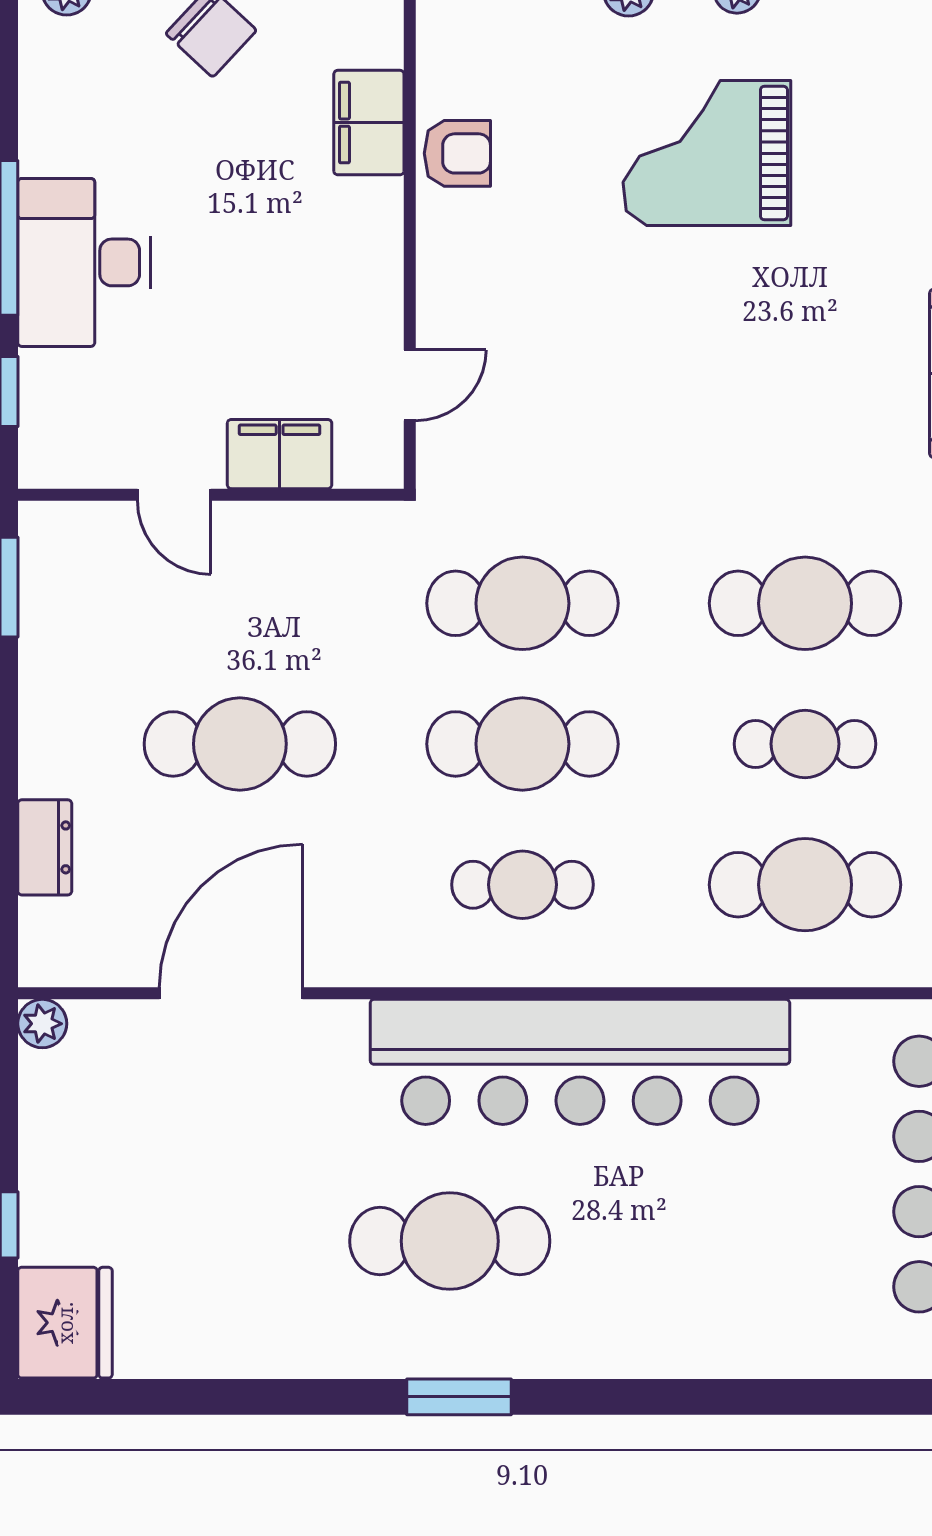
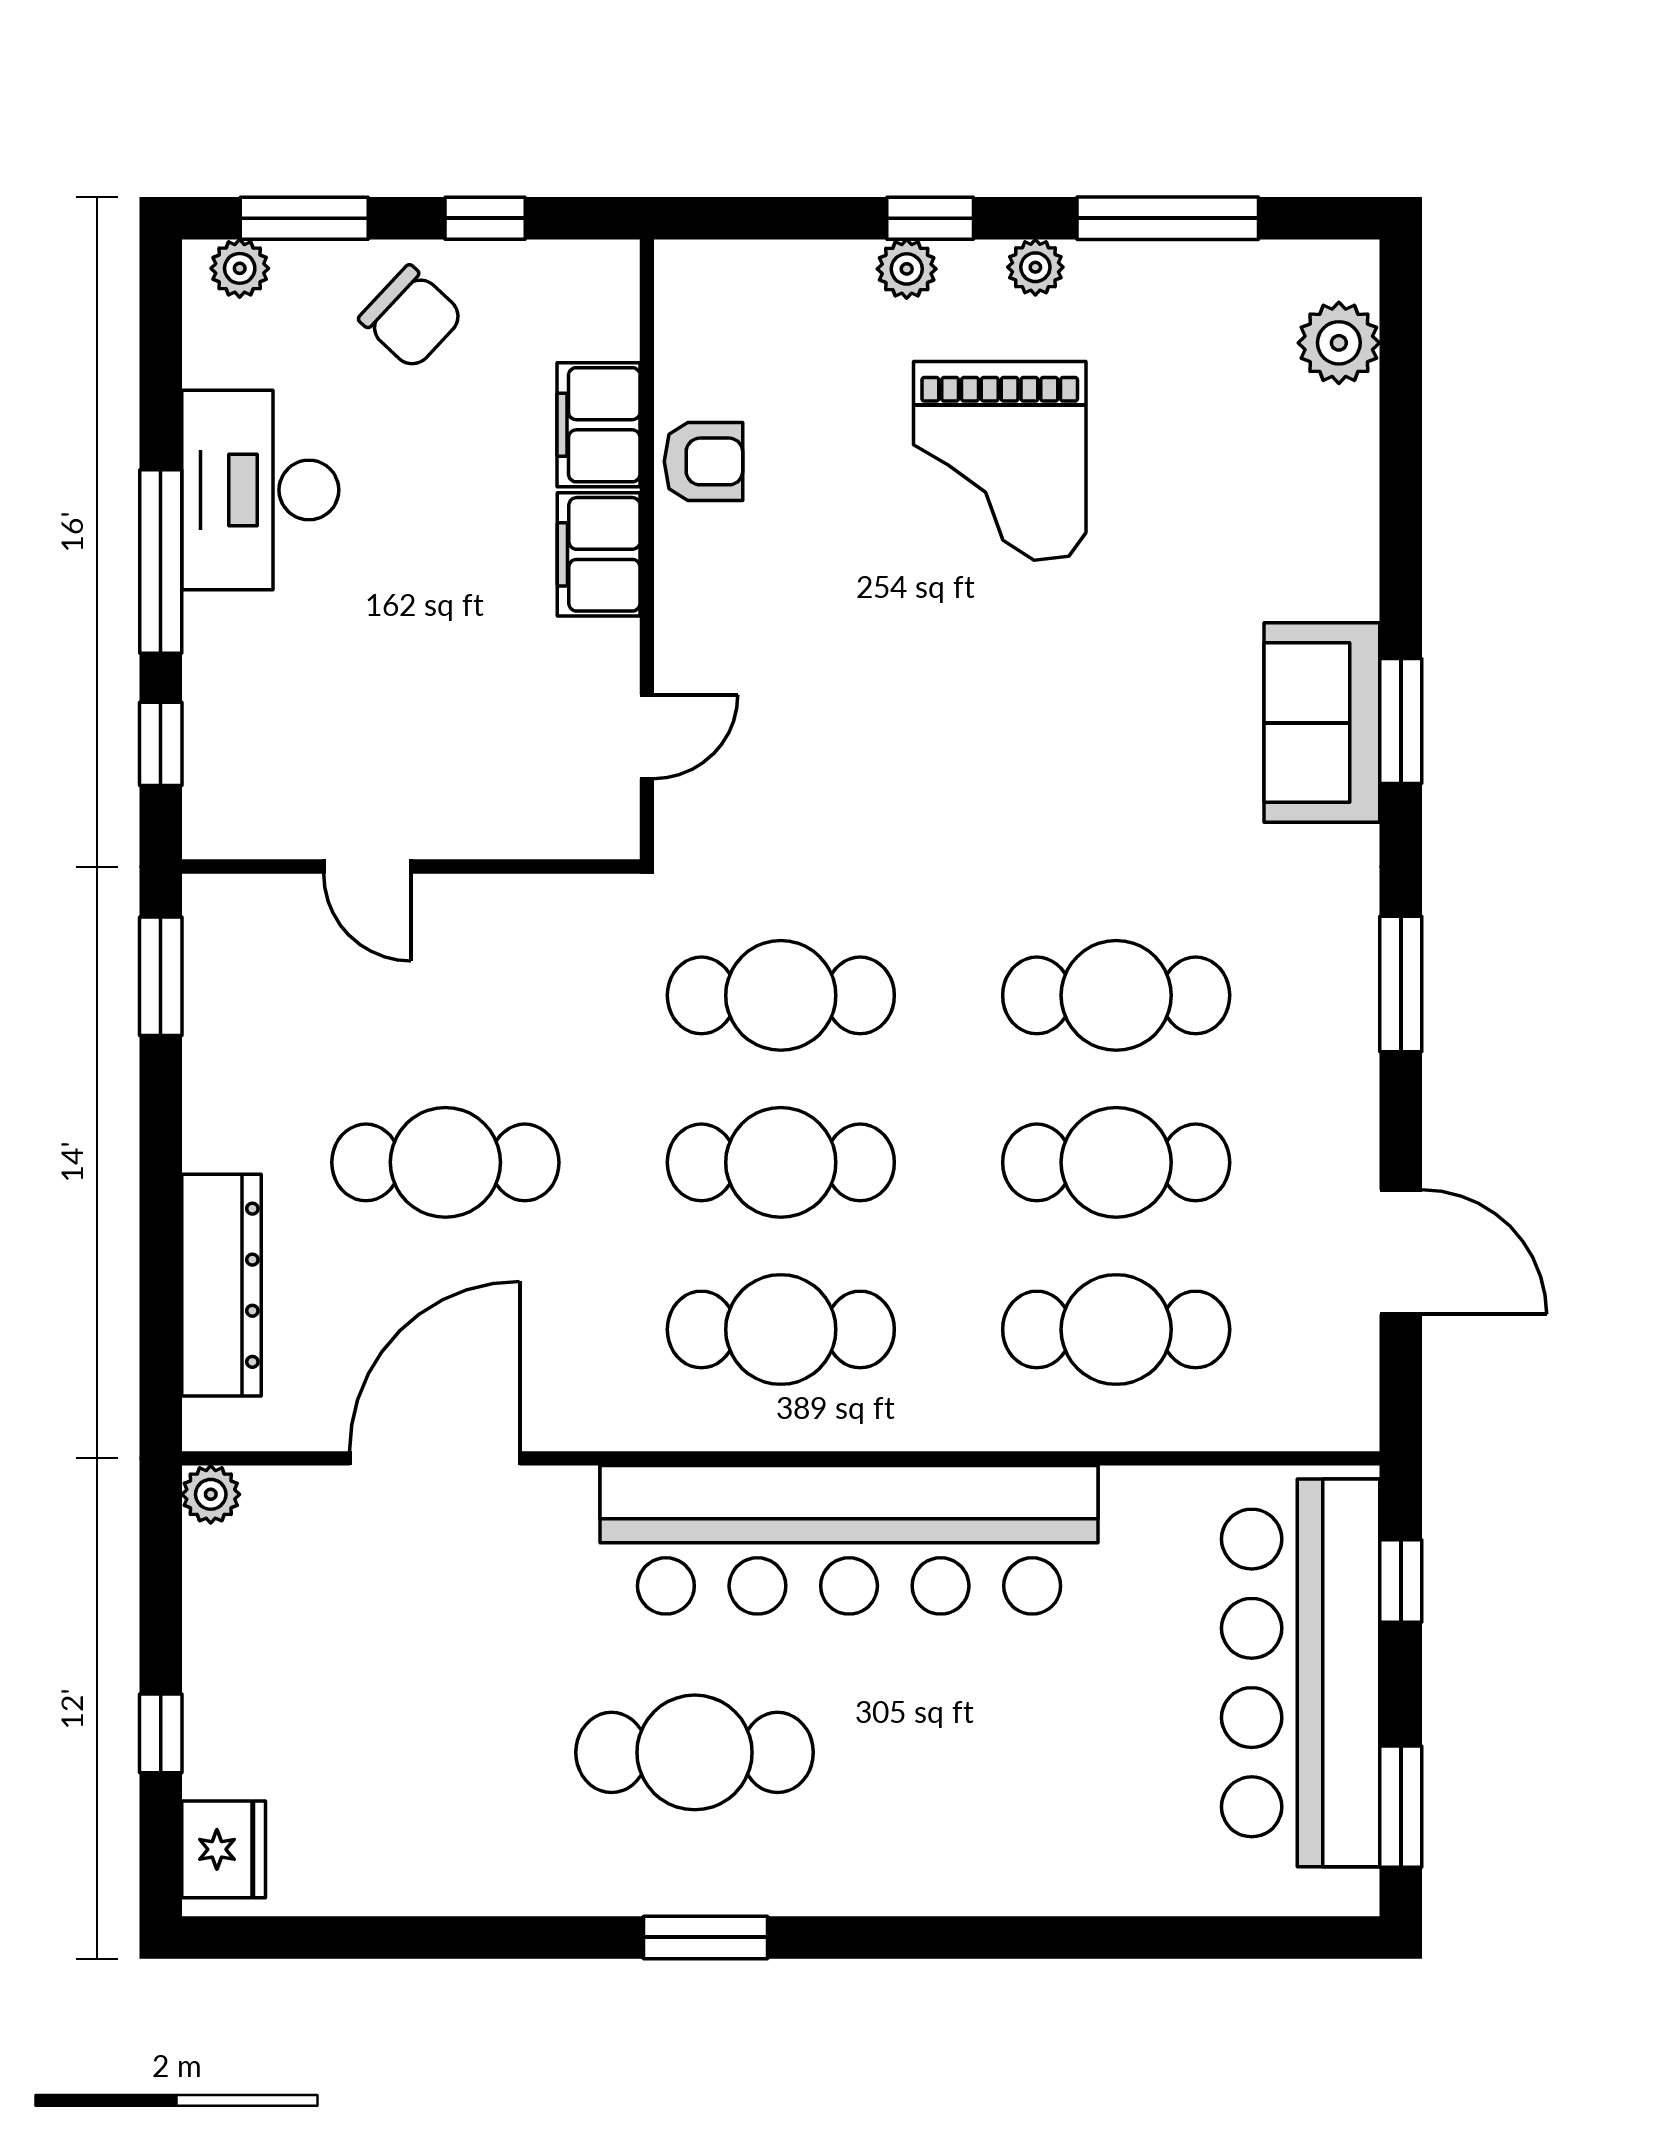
grand piano: (707, 153) -> (1000, 461), turned -90
desk: (84, 262) -> (260, 490), moved
filing cabinet: (280, 454) -> (599, 554), moved, turned -90
cafe table: (805, 744) -> (1116, 1162), width x1.37, depth x1.35
dresser: (45, 847) -> (221, 1285), width x1.96, depth x1.24
cafe table: (522, 885) -> (781, 1329), width x1.37, depth x1.35
fridge: (65, 1323) -> (224, 1849), width x0.73, depth x0.75

